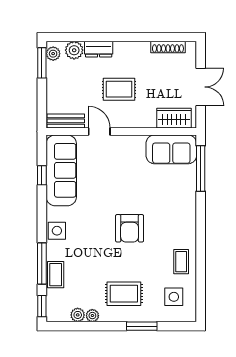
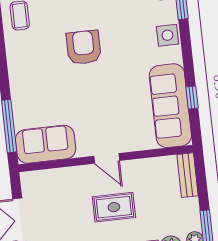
wardrobe: (174, 118) -> (46, 181), removed
bench: (66, 121) -> (187, 175), moved, turned 90
door: (99, 131) -> (107, 158), moved

